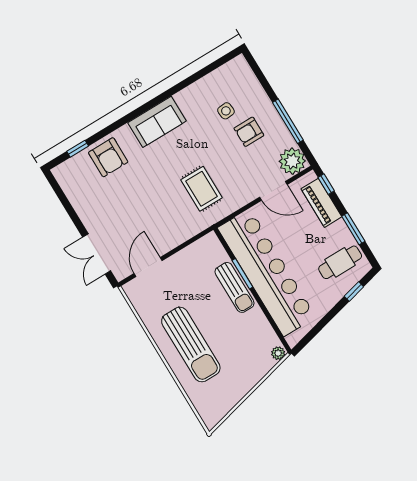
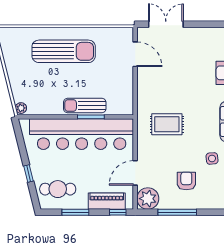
side table: (226, 111) -> (212, 158), moved
cafe table: (340, 262) -> (58, 189), turned 90
window: (354, 292) -> (28, 173), moved
sun lounger: (191, 344) -> (64, 51), turned 180

